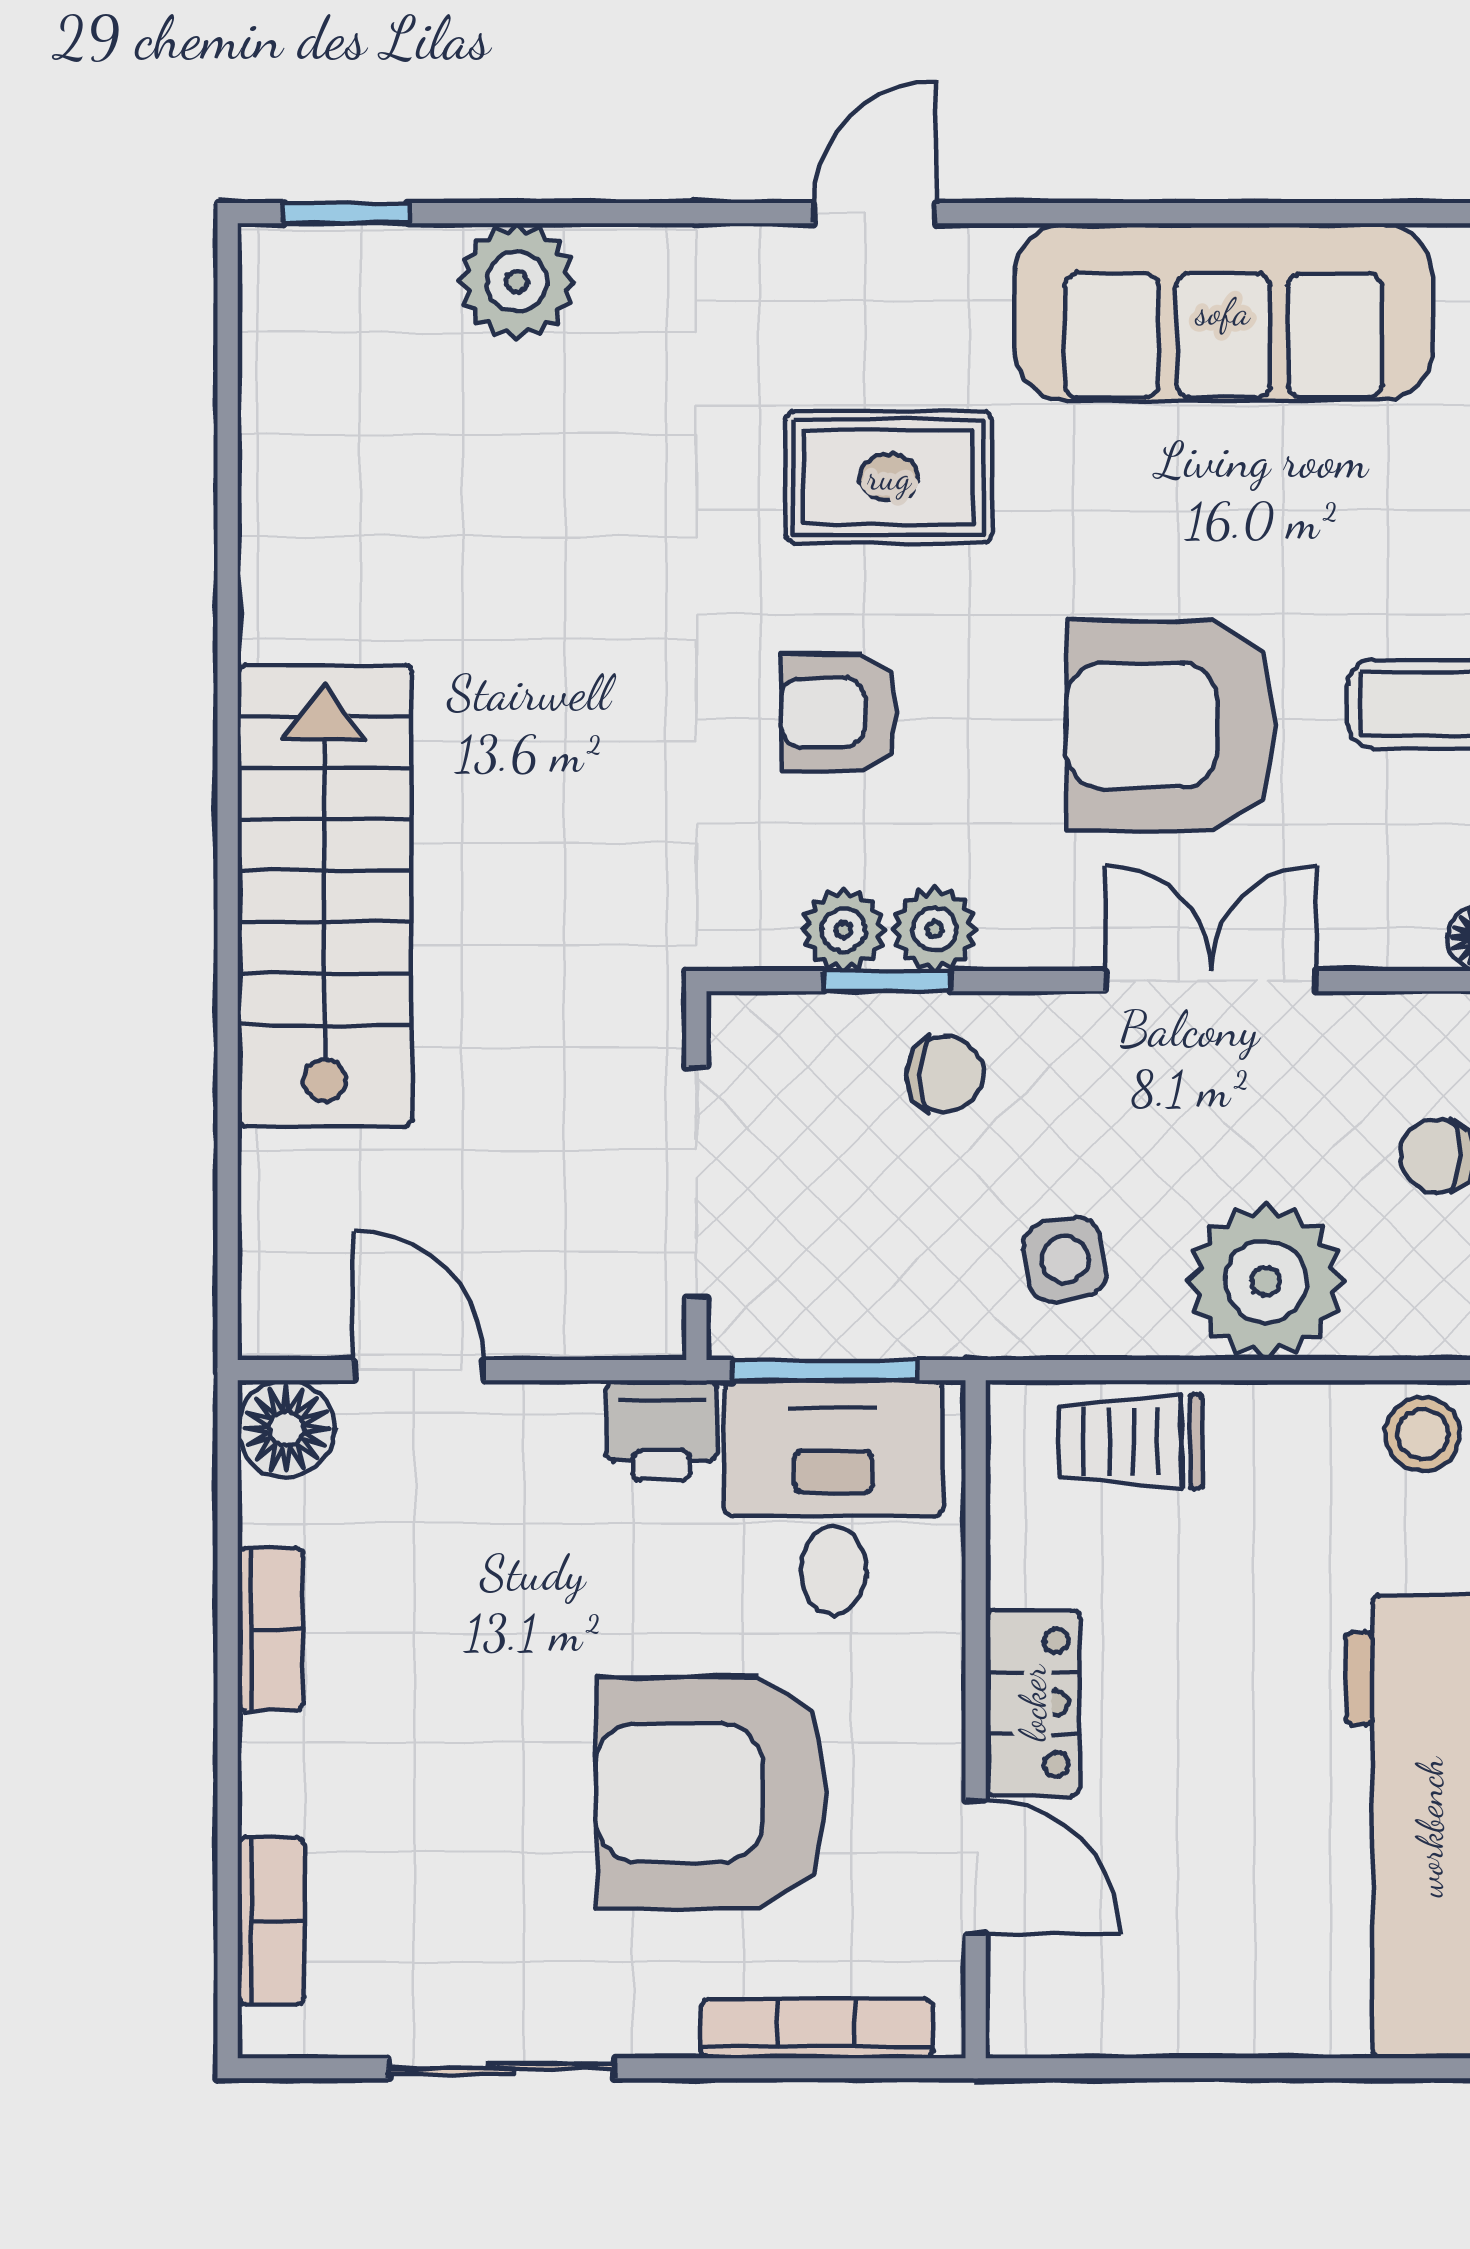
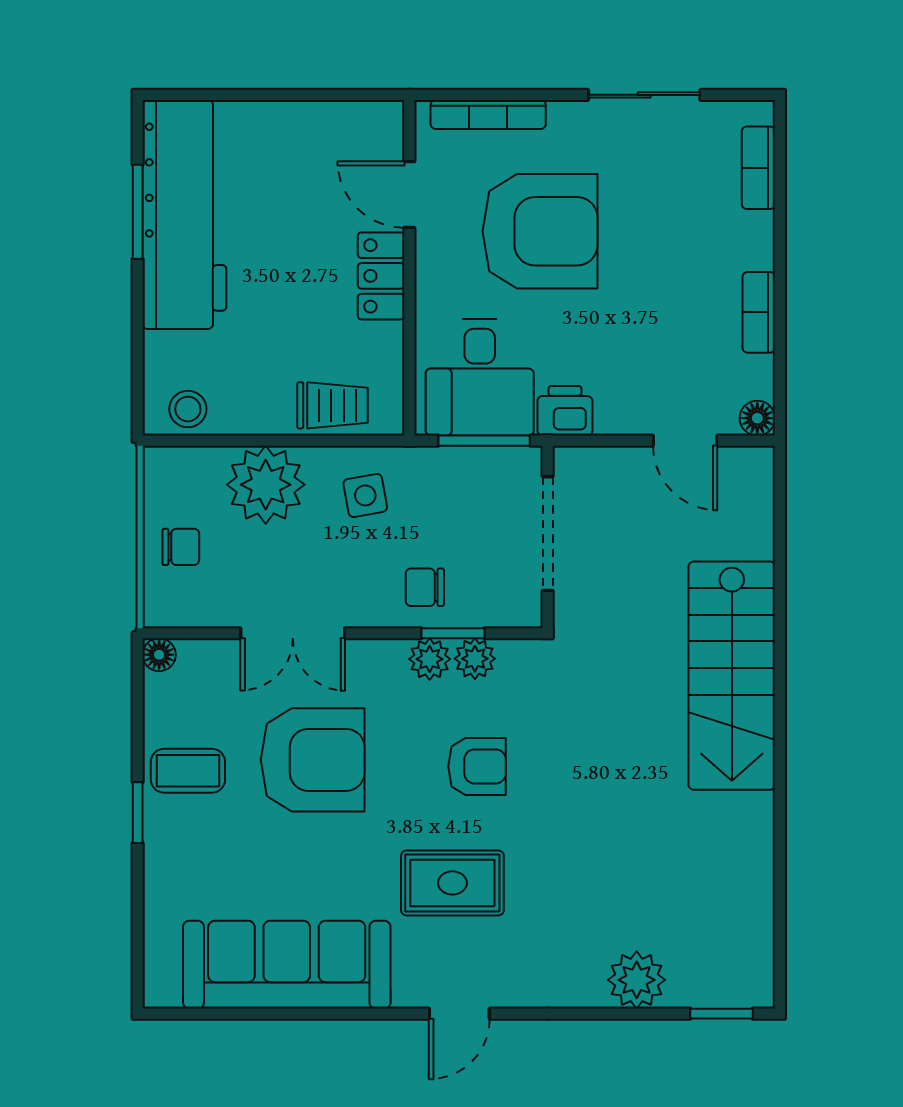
floor lamp: (286, 1429) -> (757, 418), width x0.73, depth x0.73

